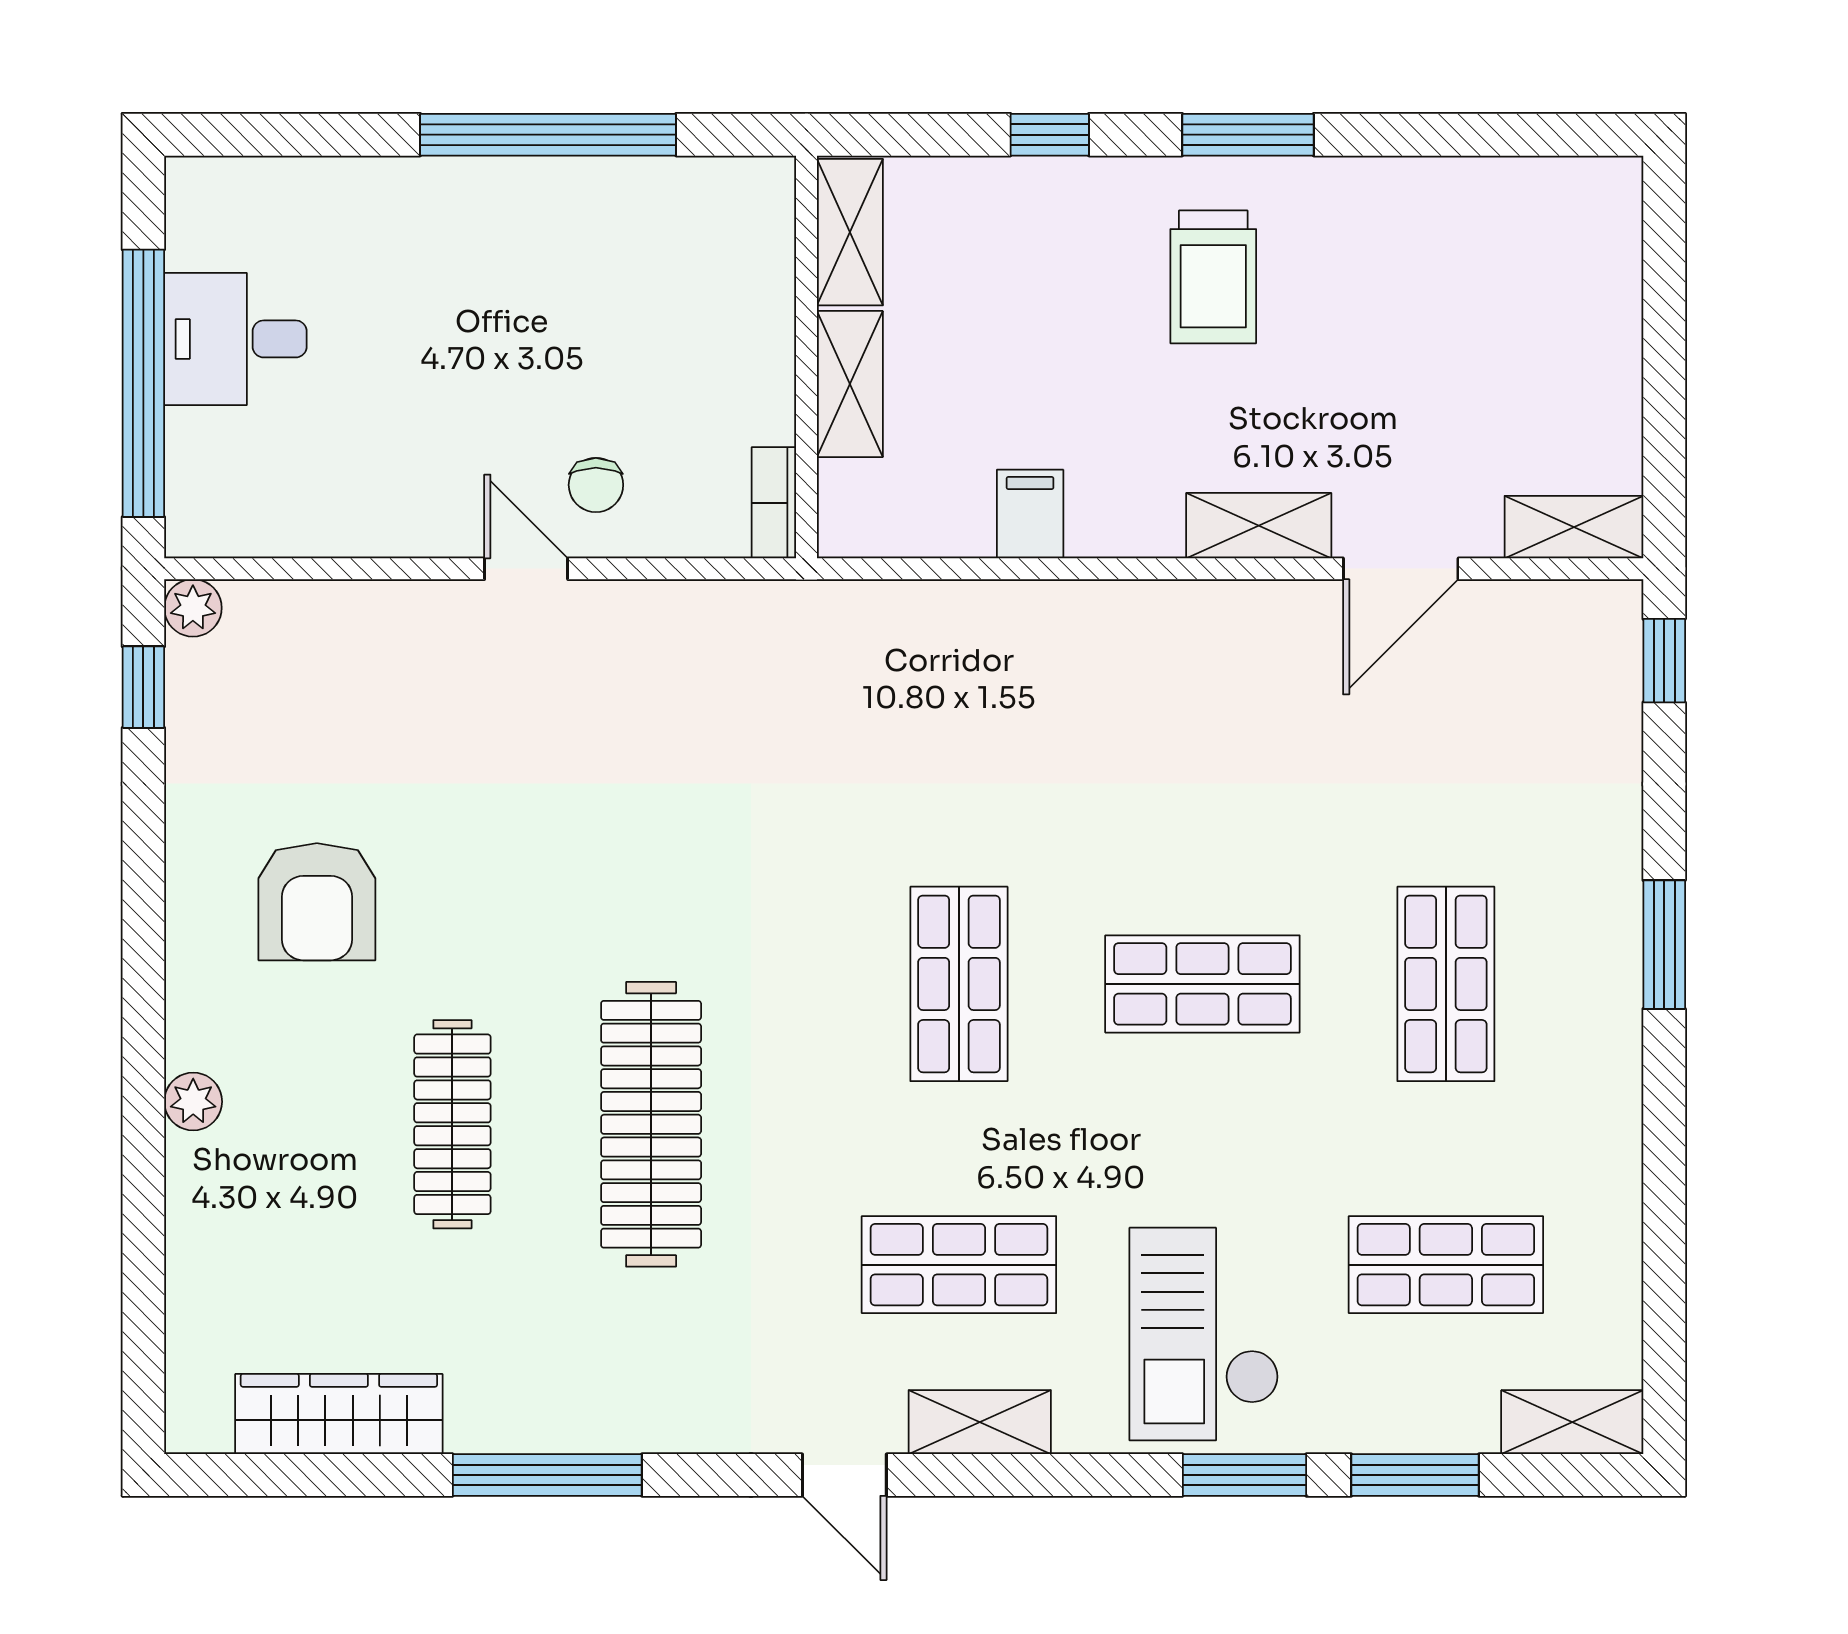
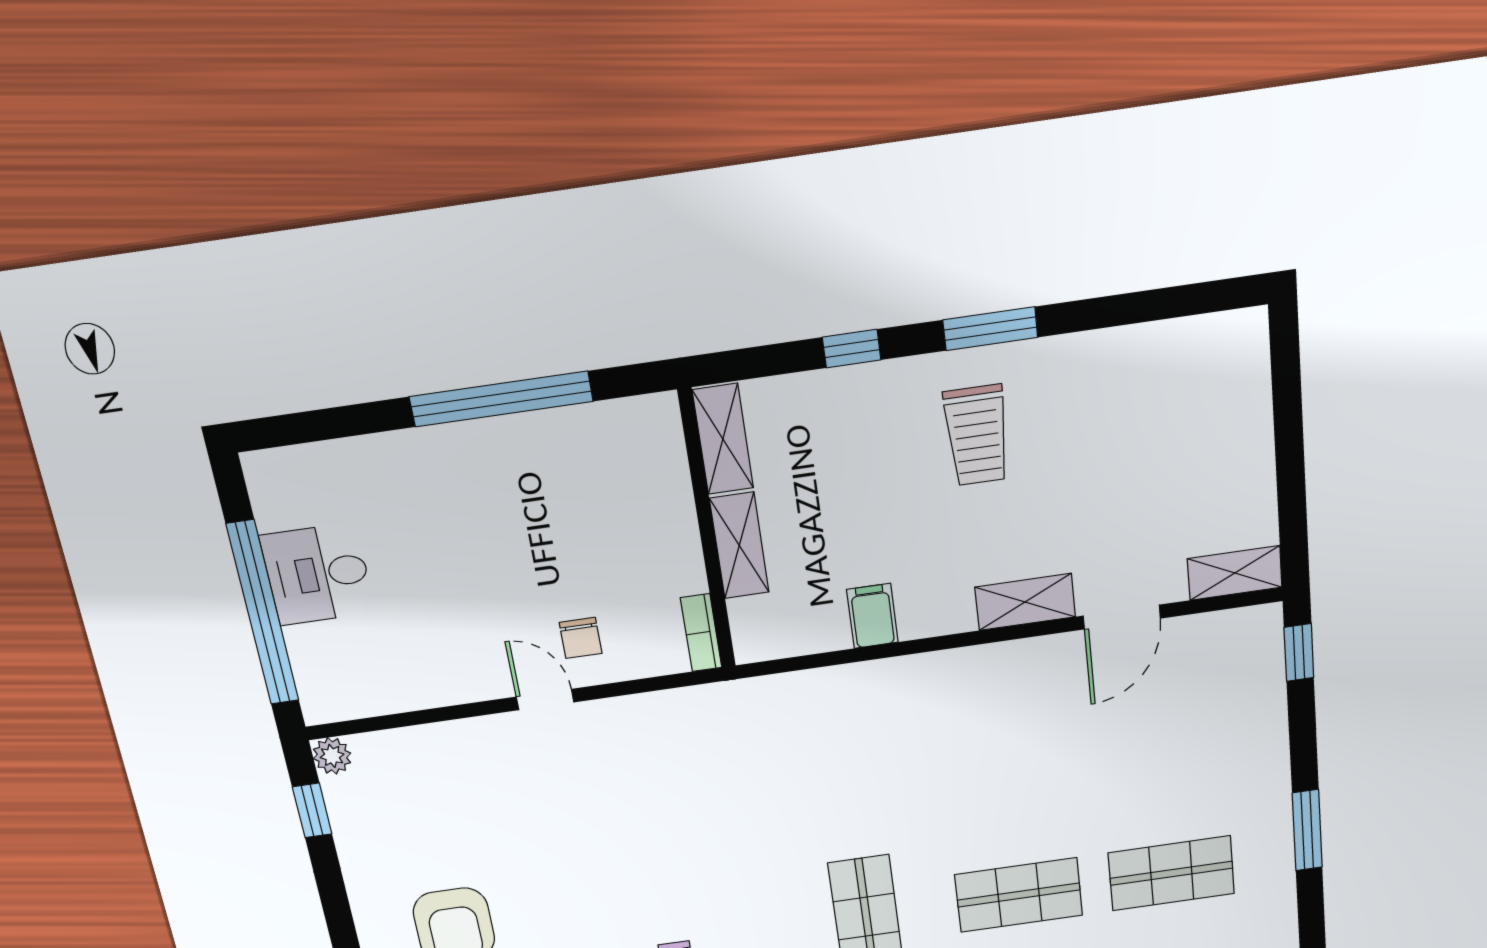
shop shelf: (1446, 984) -> (1171, 873), turned 90

